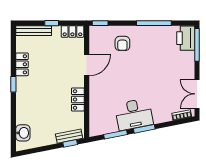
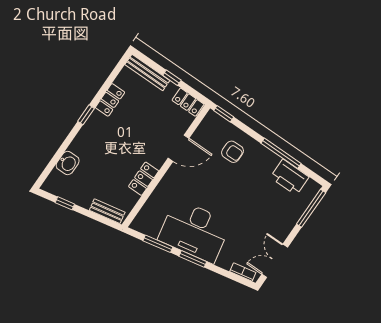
printer: (186, 38) -> (290, 177), moved, turned -90
armchair: (122, 43) -> (233, 152), turned -90
desk: (134, 114) -> (194, 231), width x1.36, depth x1.30
washbasin: (23, 133) -> (68, 163), moved
window: (70, 143) -> (65, 203), moved

